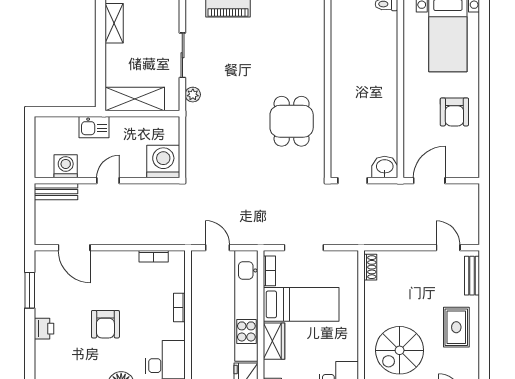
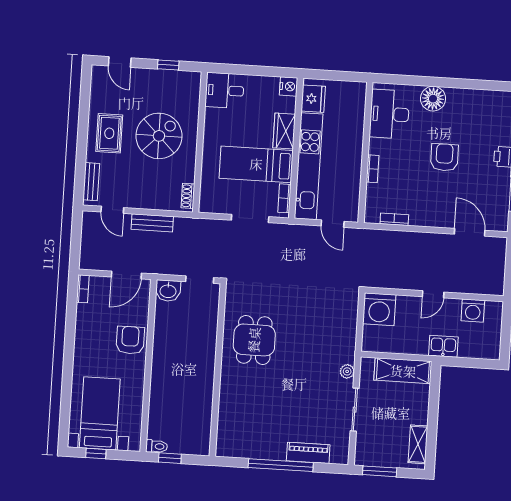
armchair: (454, 112) -> (130, 340), moved
bookcase: (474, 163) -> (83, 289), added
bench: (56, 192) -> (152, 223), moved
spiral stairs: (400, 350) -> (159, 136), moved

